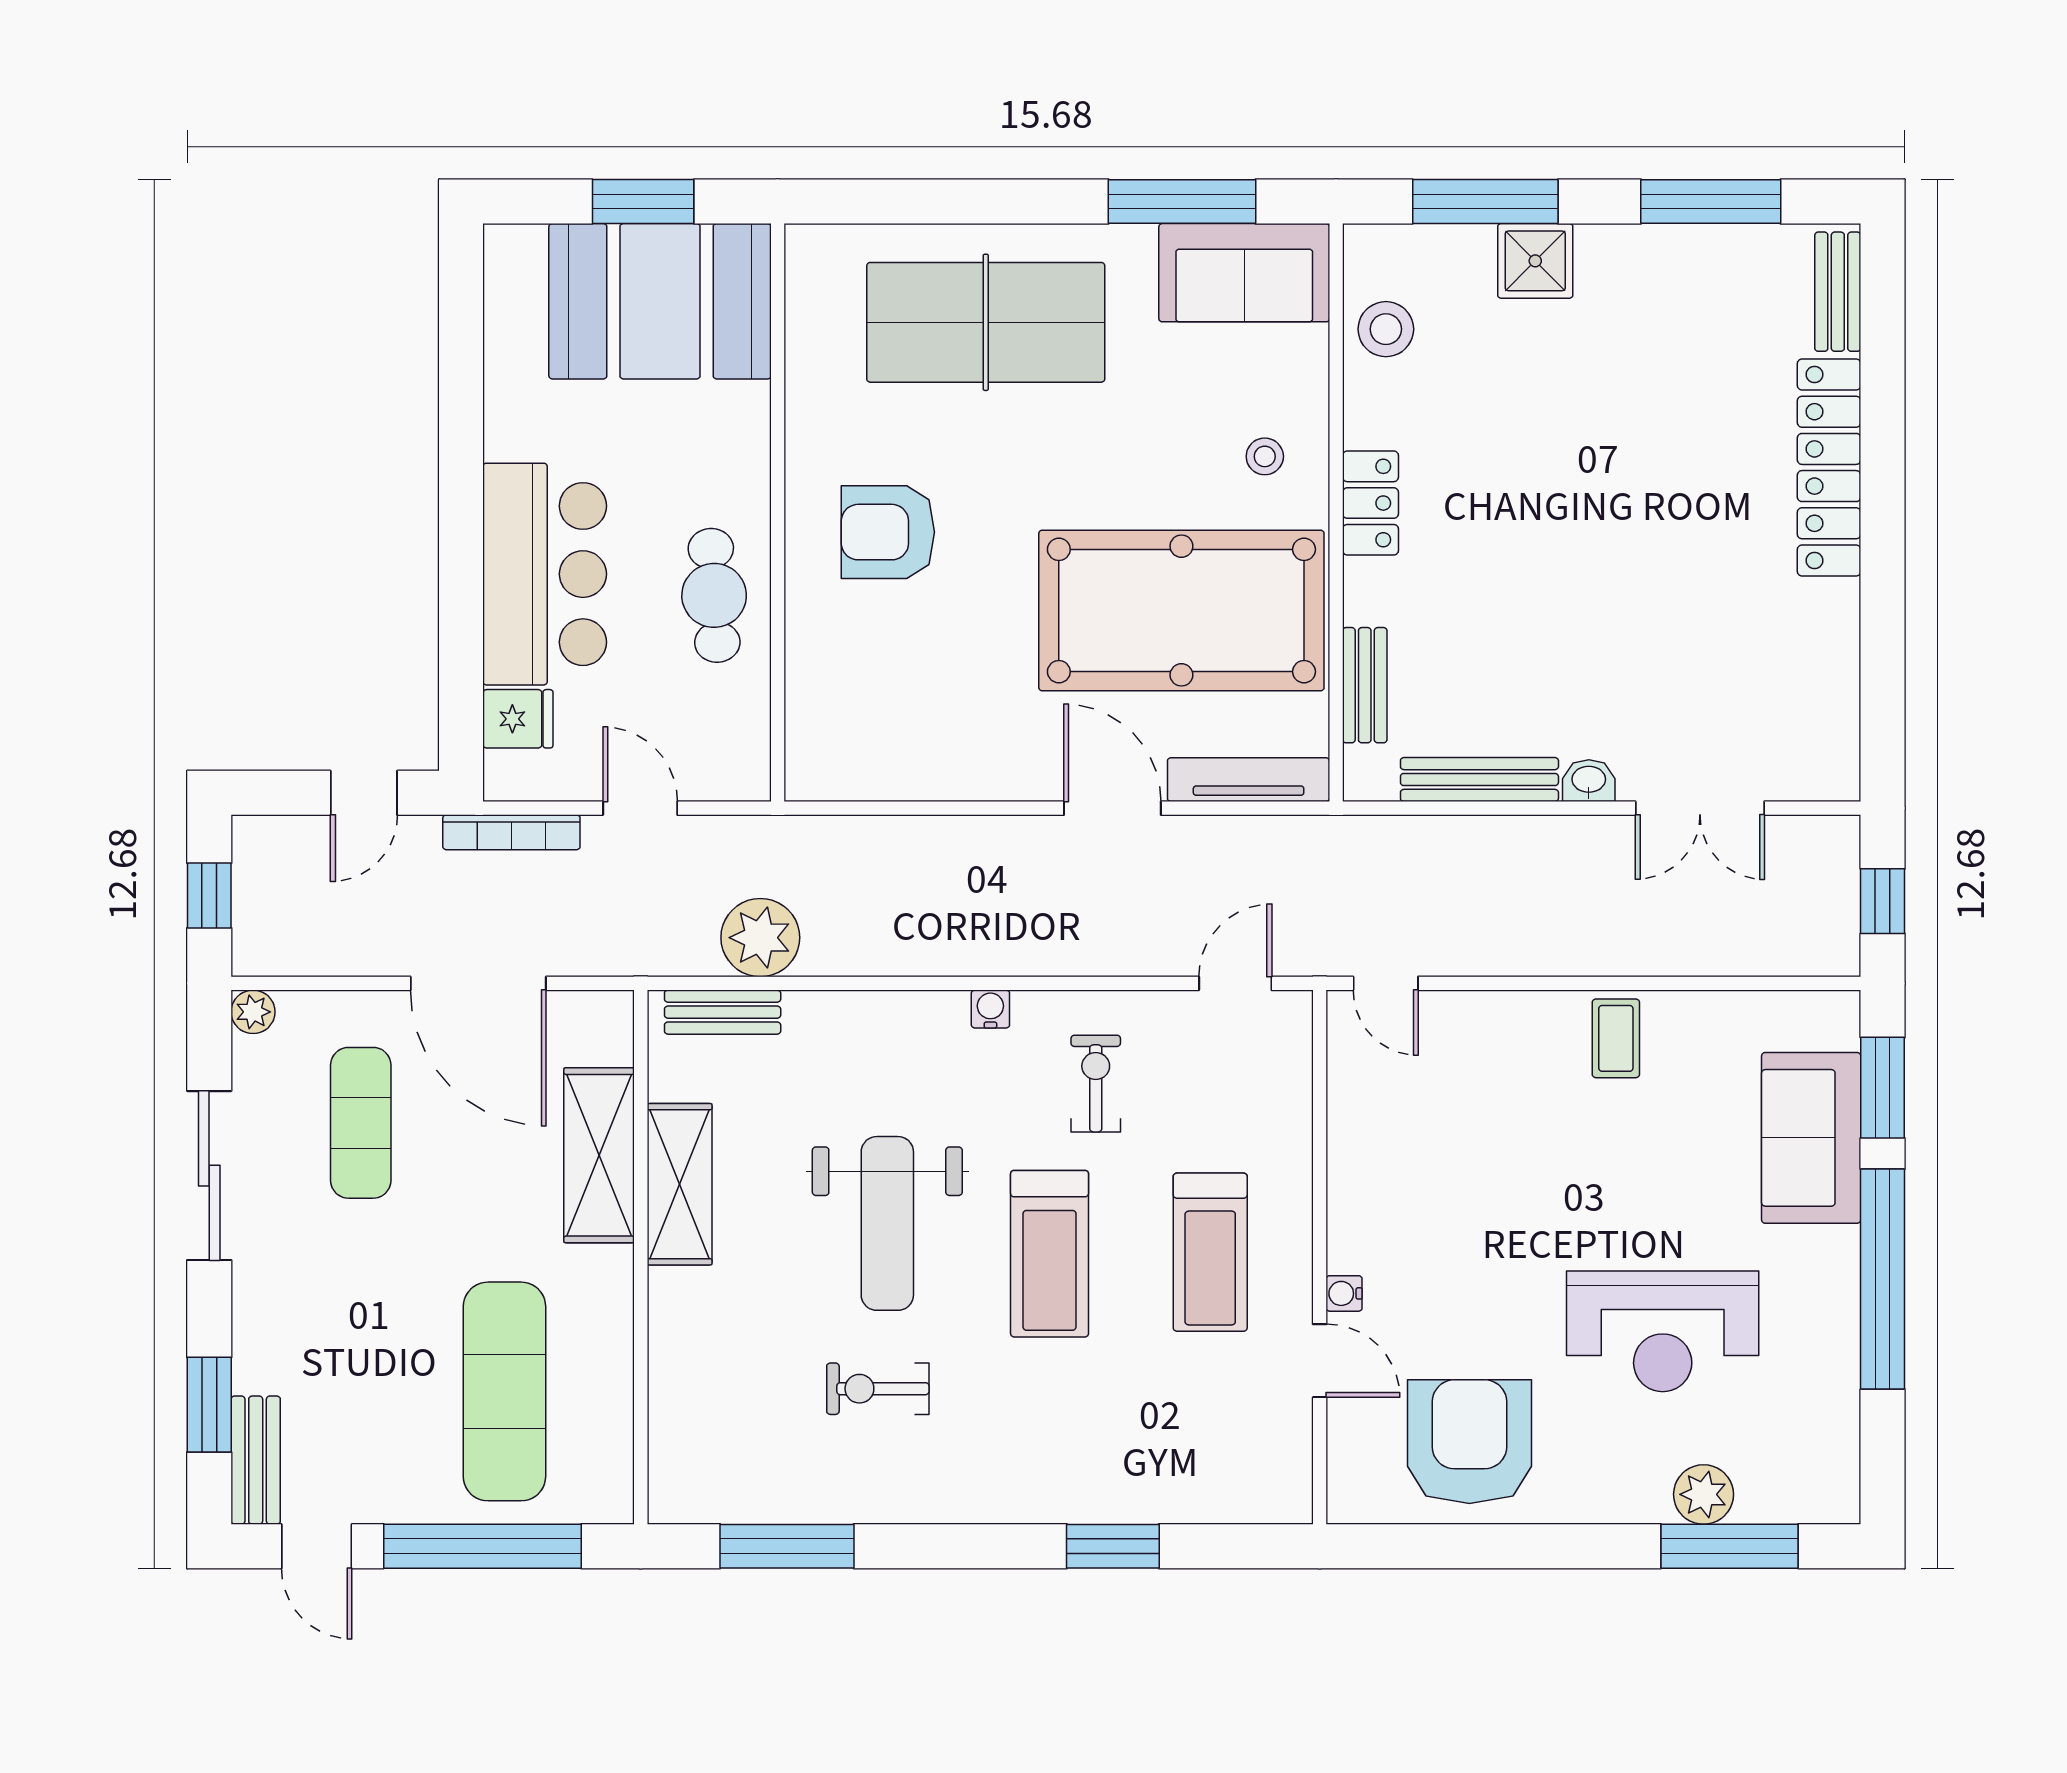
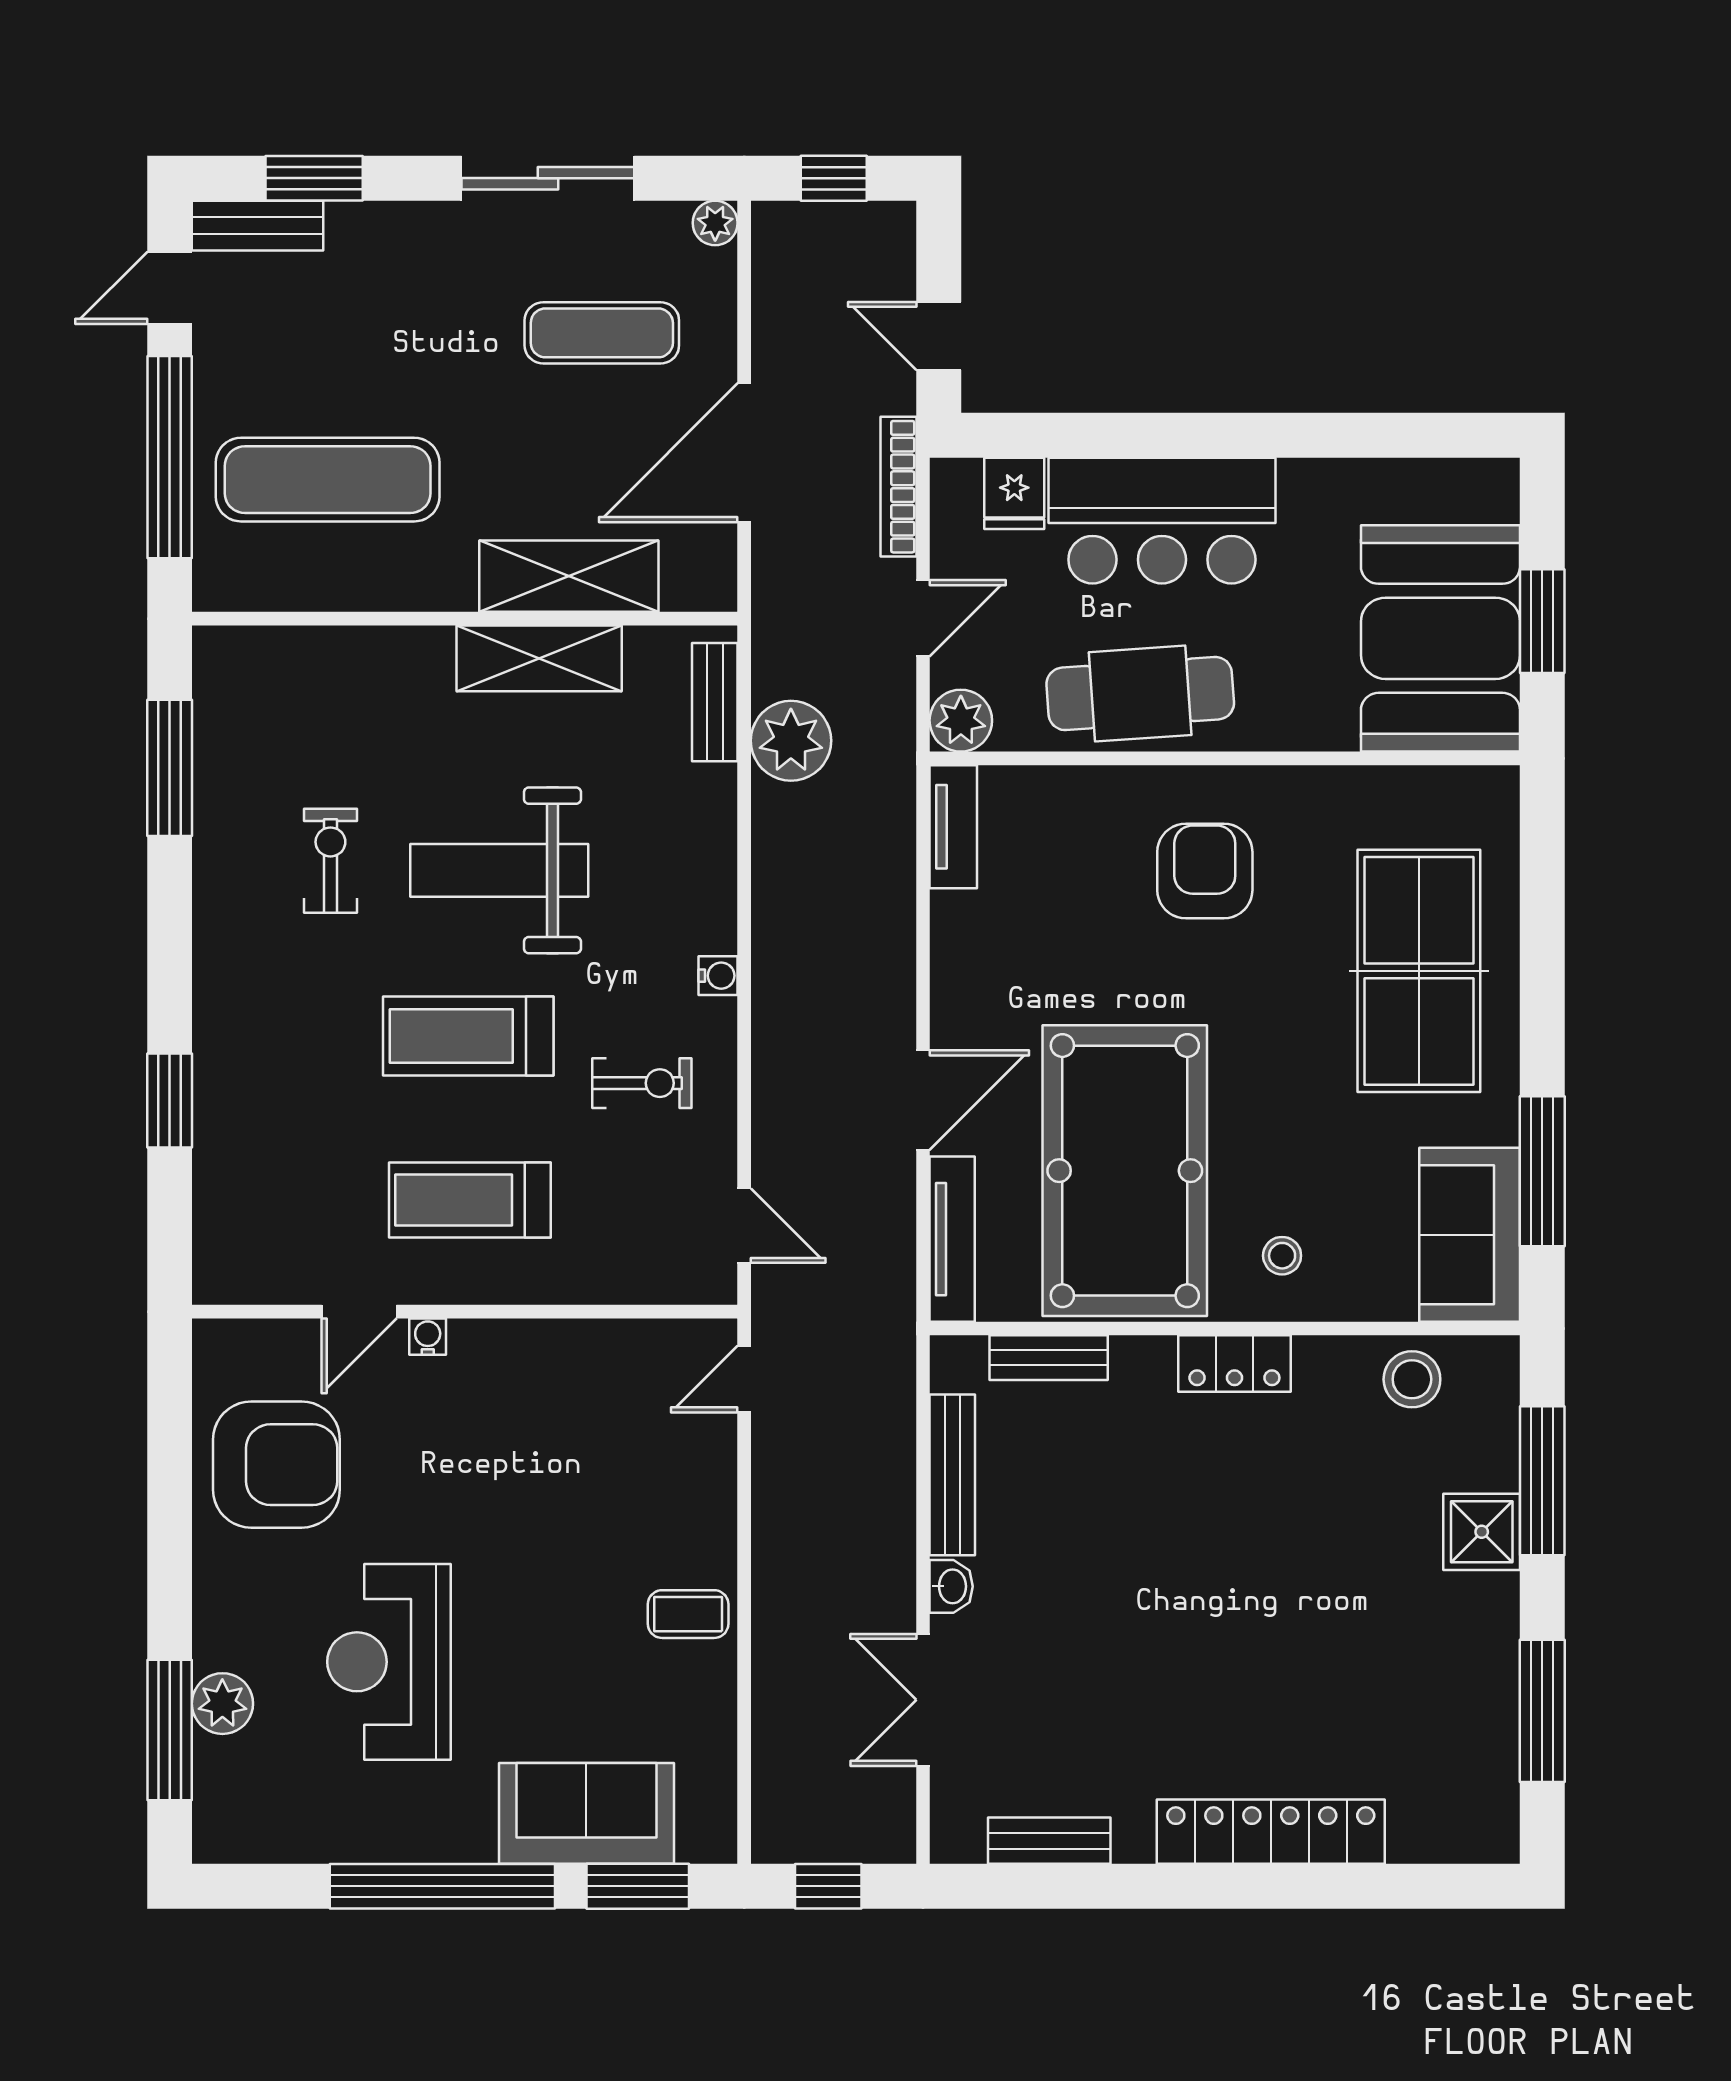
bench: (1838, 292) -> (1049, 1841), moved
cafe table: (714, 595) -> (1140, 694), width x1.37, depth x1.35
plant: (741, 771) -> (961, 721), added
tv unit: (845, 779) -> (953, 827), added

